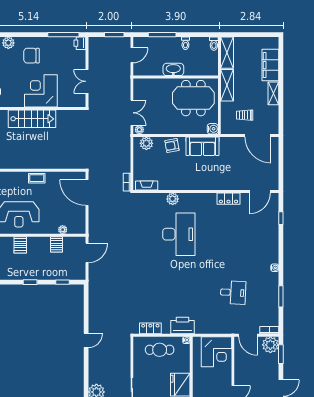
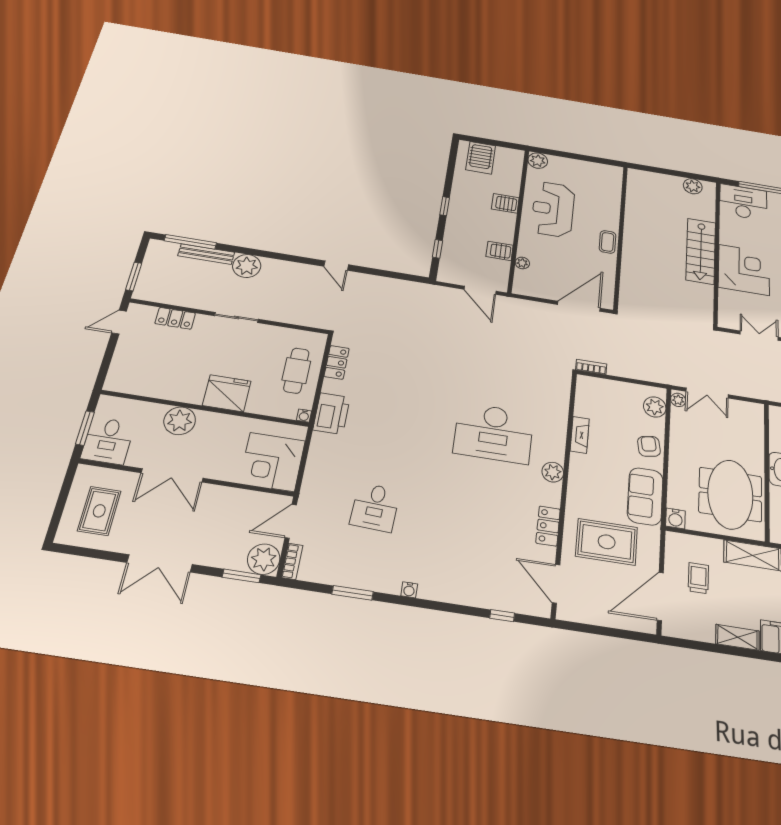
rug: (232, 166) -> (607, 542), added
fireplace: (147, 186) -> (580, 435), moved
plant: (173, 199) -> (553, 472), moved

